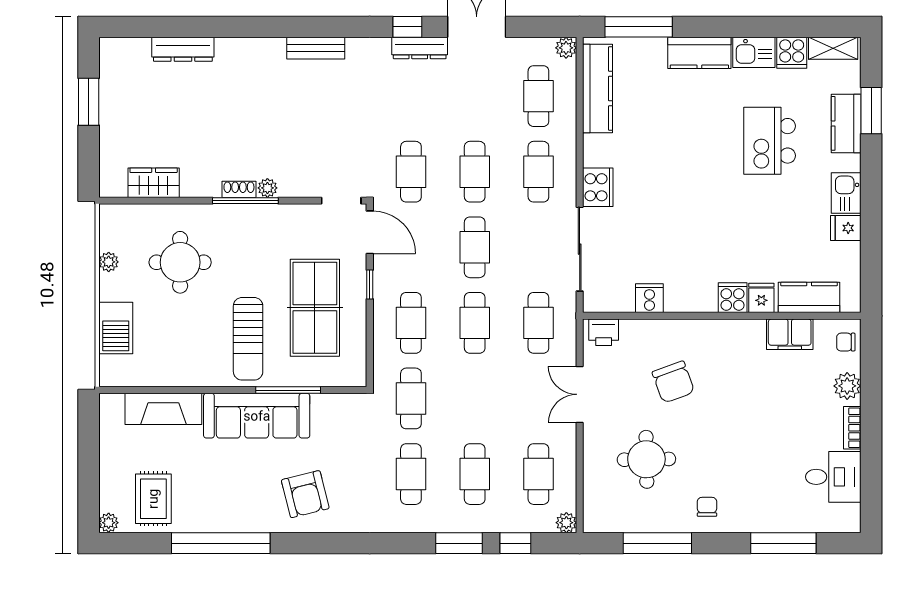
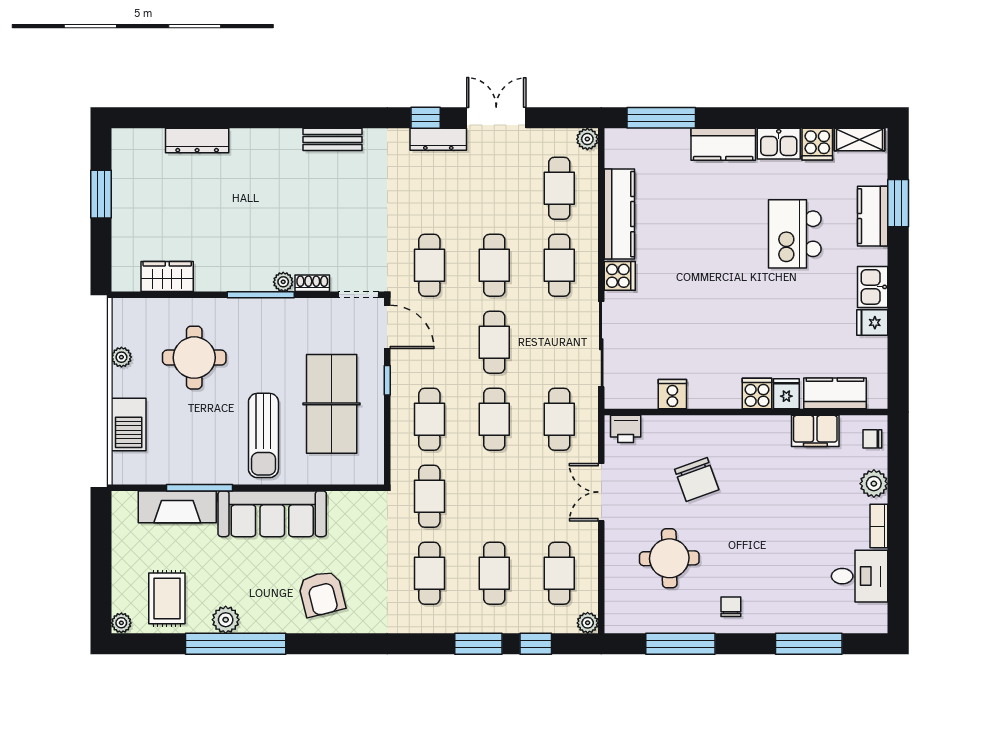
kitchen counter: (598, 89) -> (619, 214), moved
cooker: (598, 187) -> (620, 276), width x0.73
shoe rack: (239, 189) -> (312, 283), moved
window: (288, 390) -> (199, 488), moved
plant: (211, 520) -> (226, 620), added

